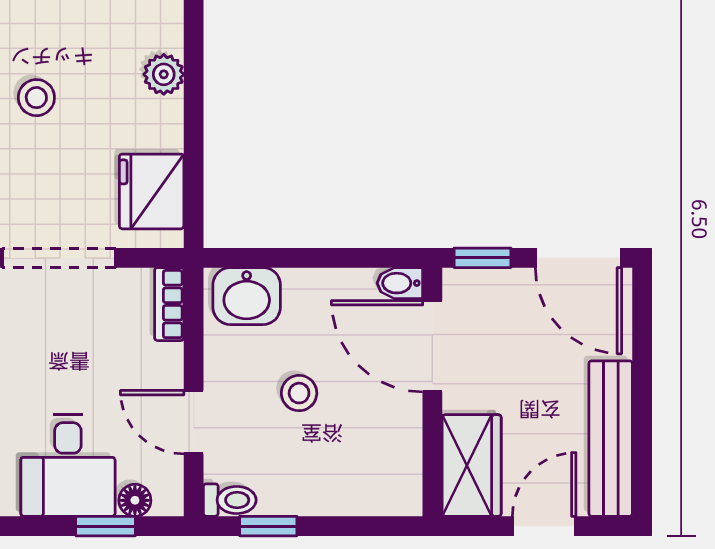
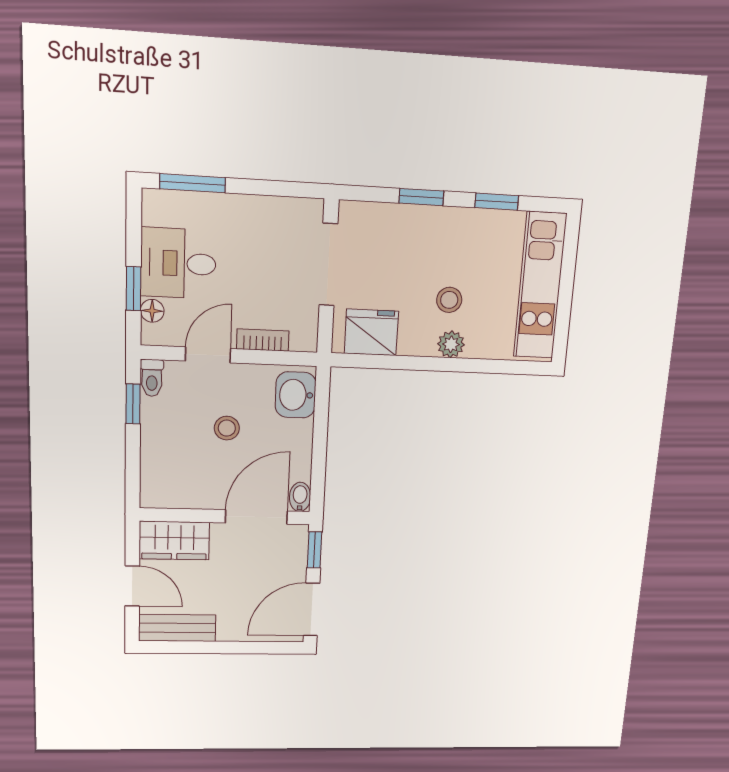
stool: (36, 98) -> (449, 300), moved
bookcase: (169, 304) -> (263, 340), moved
bench: (611, 439) -> (177, 628), width x0.73

